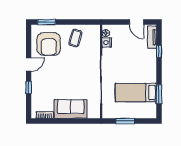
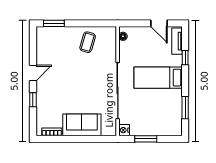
nightstand: (107, 42) -> (124, 130), moved
armchair: (49, 44) -> (56, 49), removed
bed: (136, 93) -> (158, 78), moved

